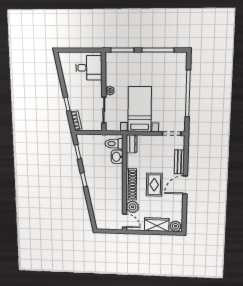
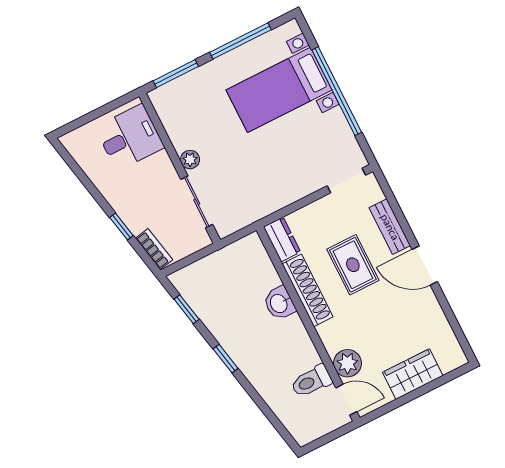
bed with nightstands: (140, 109) -> (279, 90), moved, turned -90
toilet: (114, 144) -> (311, 381), moved
washbasin: (117, 157) -> (279, 303), moved
shoe rack: (131, 184) -> (307, 290), moved
rug: (154, 185) -> (353, 265), moved
door: (185, 185) -> (425, 265), hinge flipped
plant: (175, 226) -> (450, 358), removed

